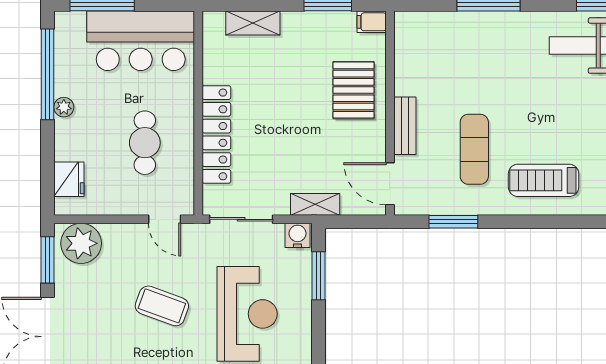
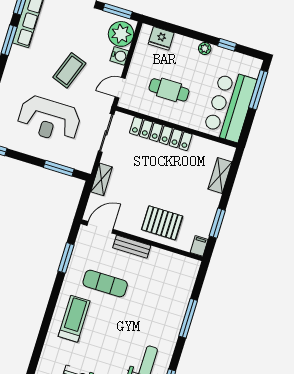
window: (48, 74) -> (227, 45), width x0.32
water cooler: (297, 235) -> (119, 56), moved

